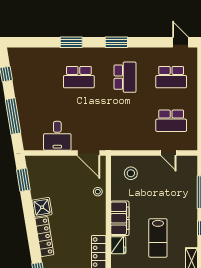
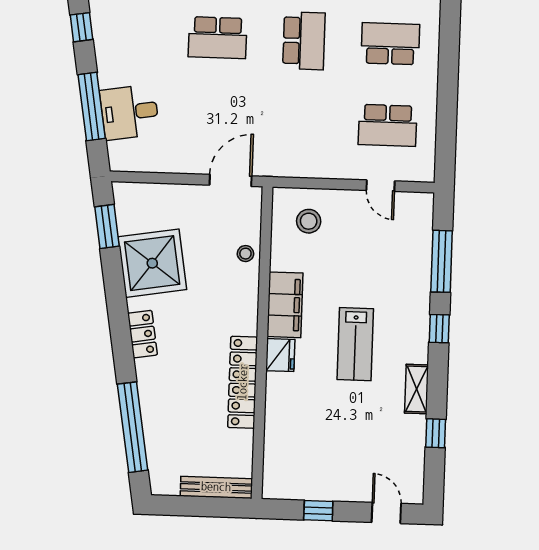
school desk: (171, 77) -> (390, 44), turned 180
desk: (57, 136) -> (130, 112), moved, turned 81
door: (88, 153) -> (231, 180), swing flipped
shower: (42, 207) -> (152, 263), width x1.86, depth x1.86
locker: (44, 237) -> (143, 334), width x0.66

